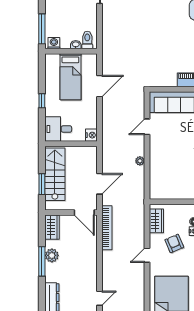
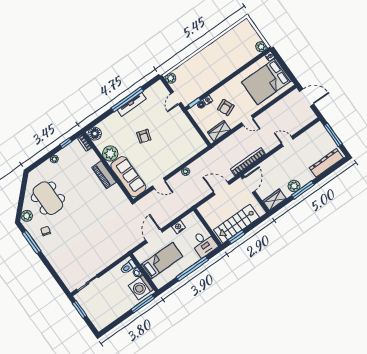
washing machine: (54, 43) -> (141, 288), width x1.89, depth x1.89
door: (99, 86) -> (154, 236), hinge flipped
window: (42, 101) -> (192, 269), width x3.17
nightstand: (91, 135) -> (179, 227), moved
window: (42, 184) -> (237, 237), moved
door: (99, 298) -> (287, 141), moved

